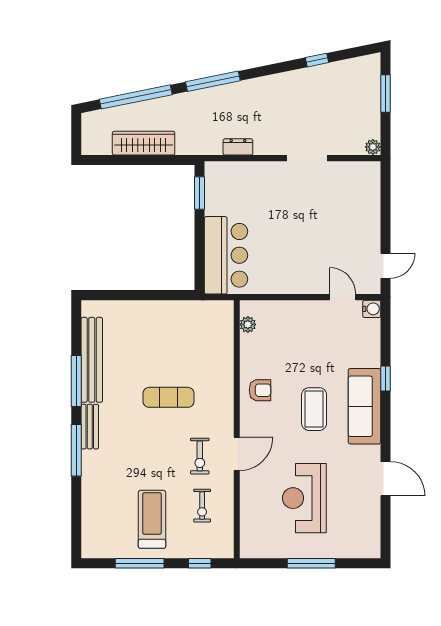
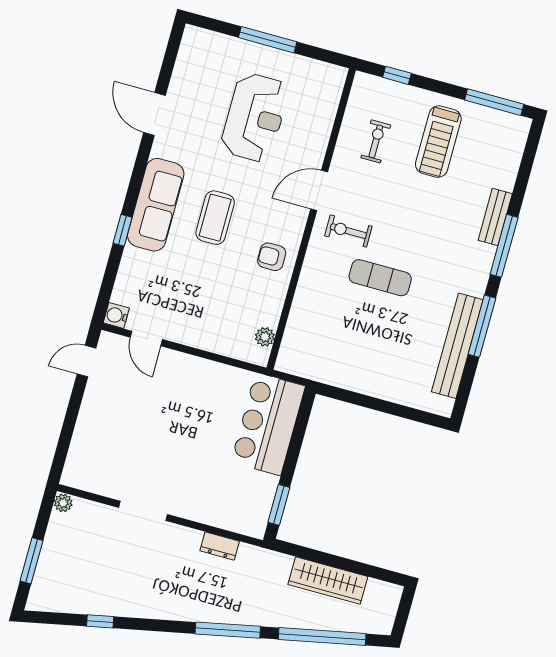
bench: (90, 427) -> (495, 217), moved
exercise bike: (200, 456) -> (348, 231), moved, turned -90
window: (140, 563) -> (494, 102), moved

